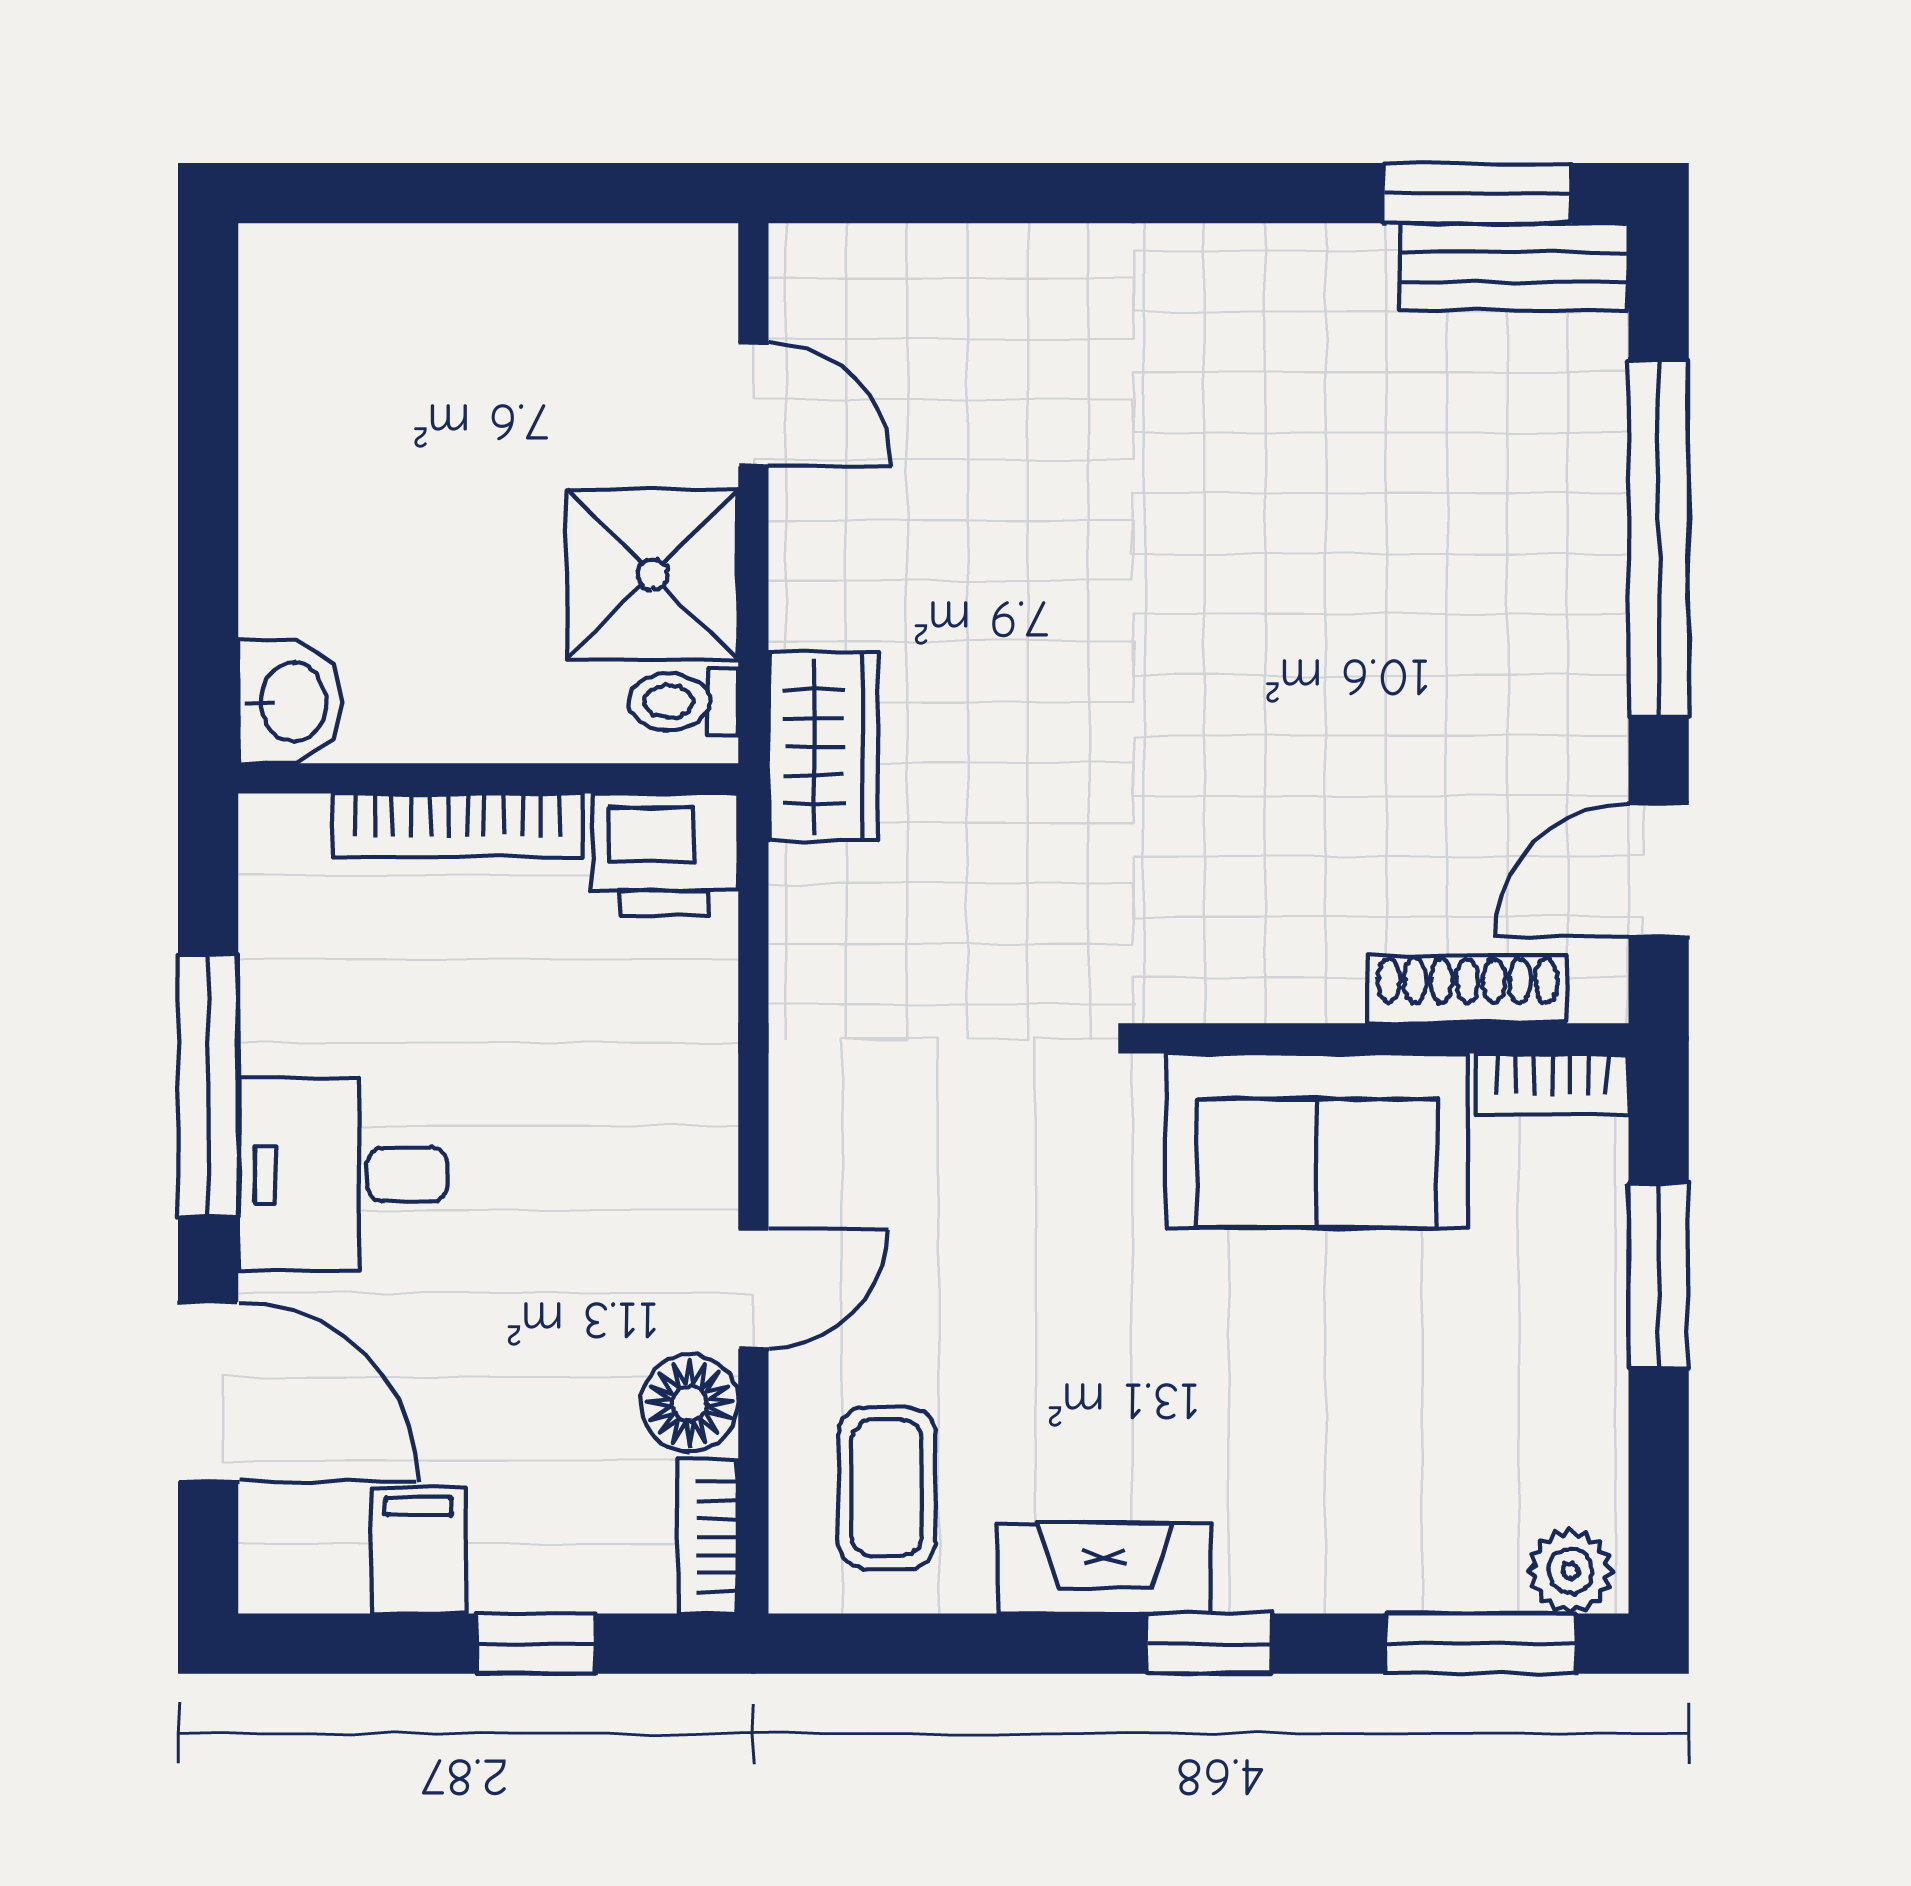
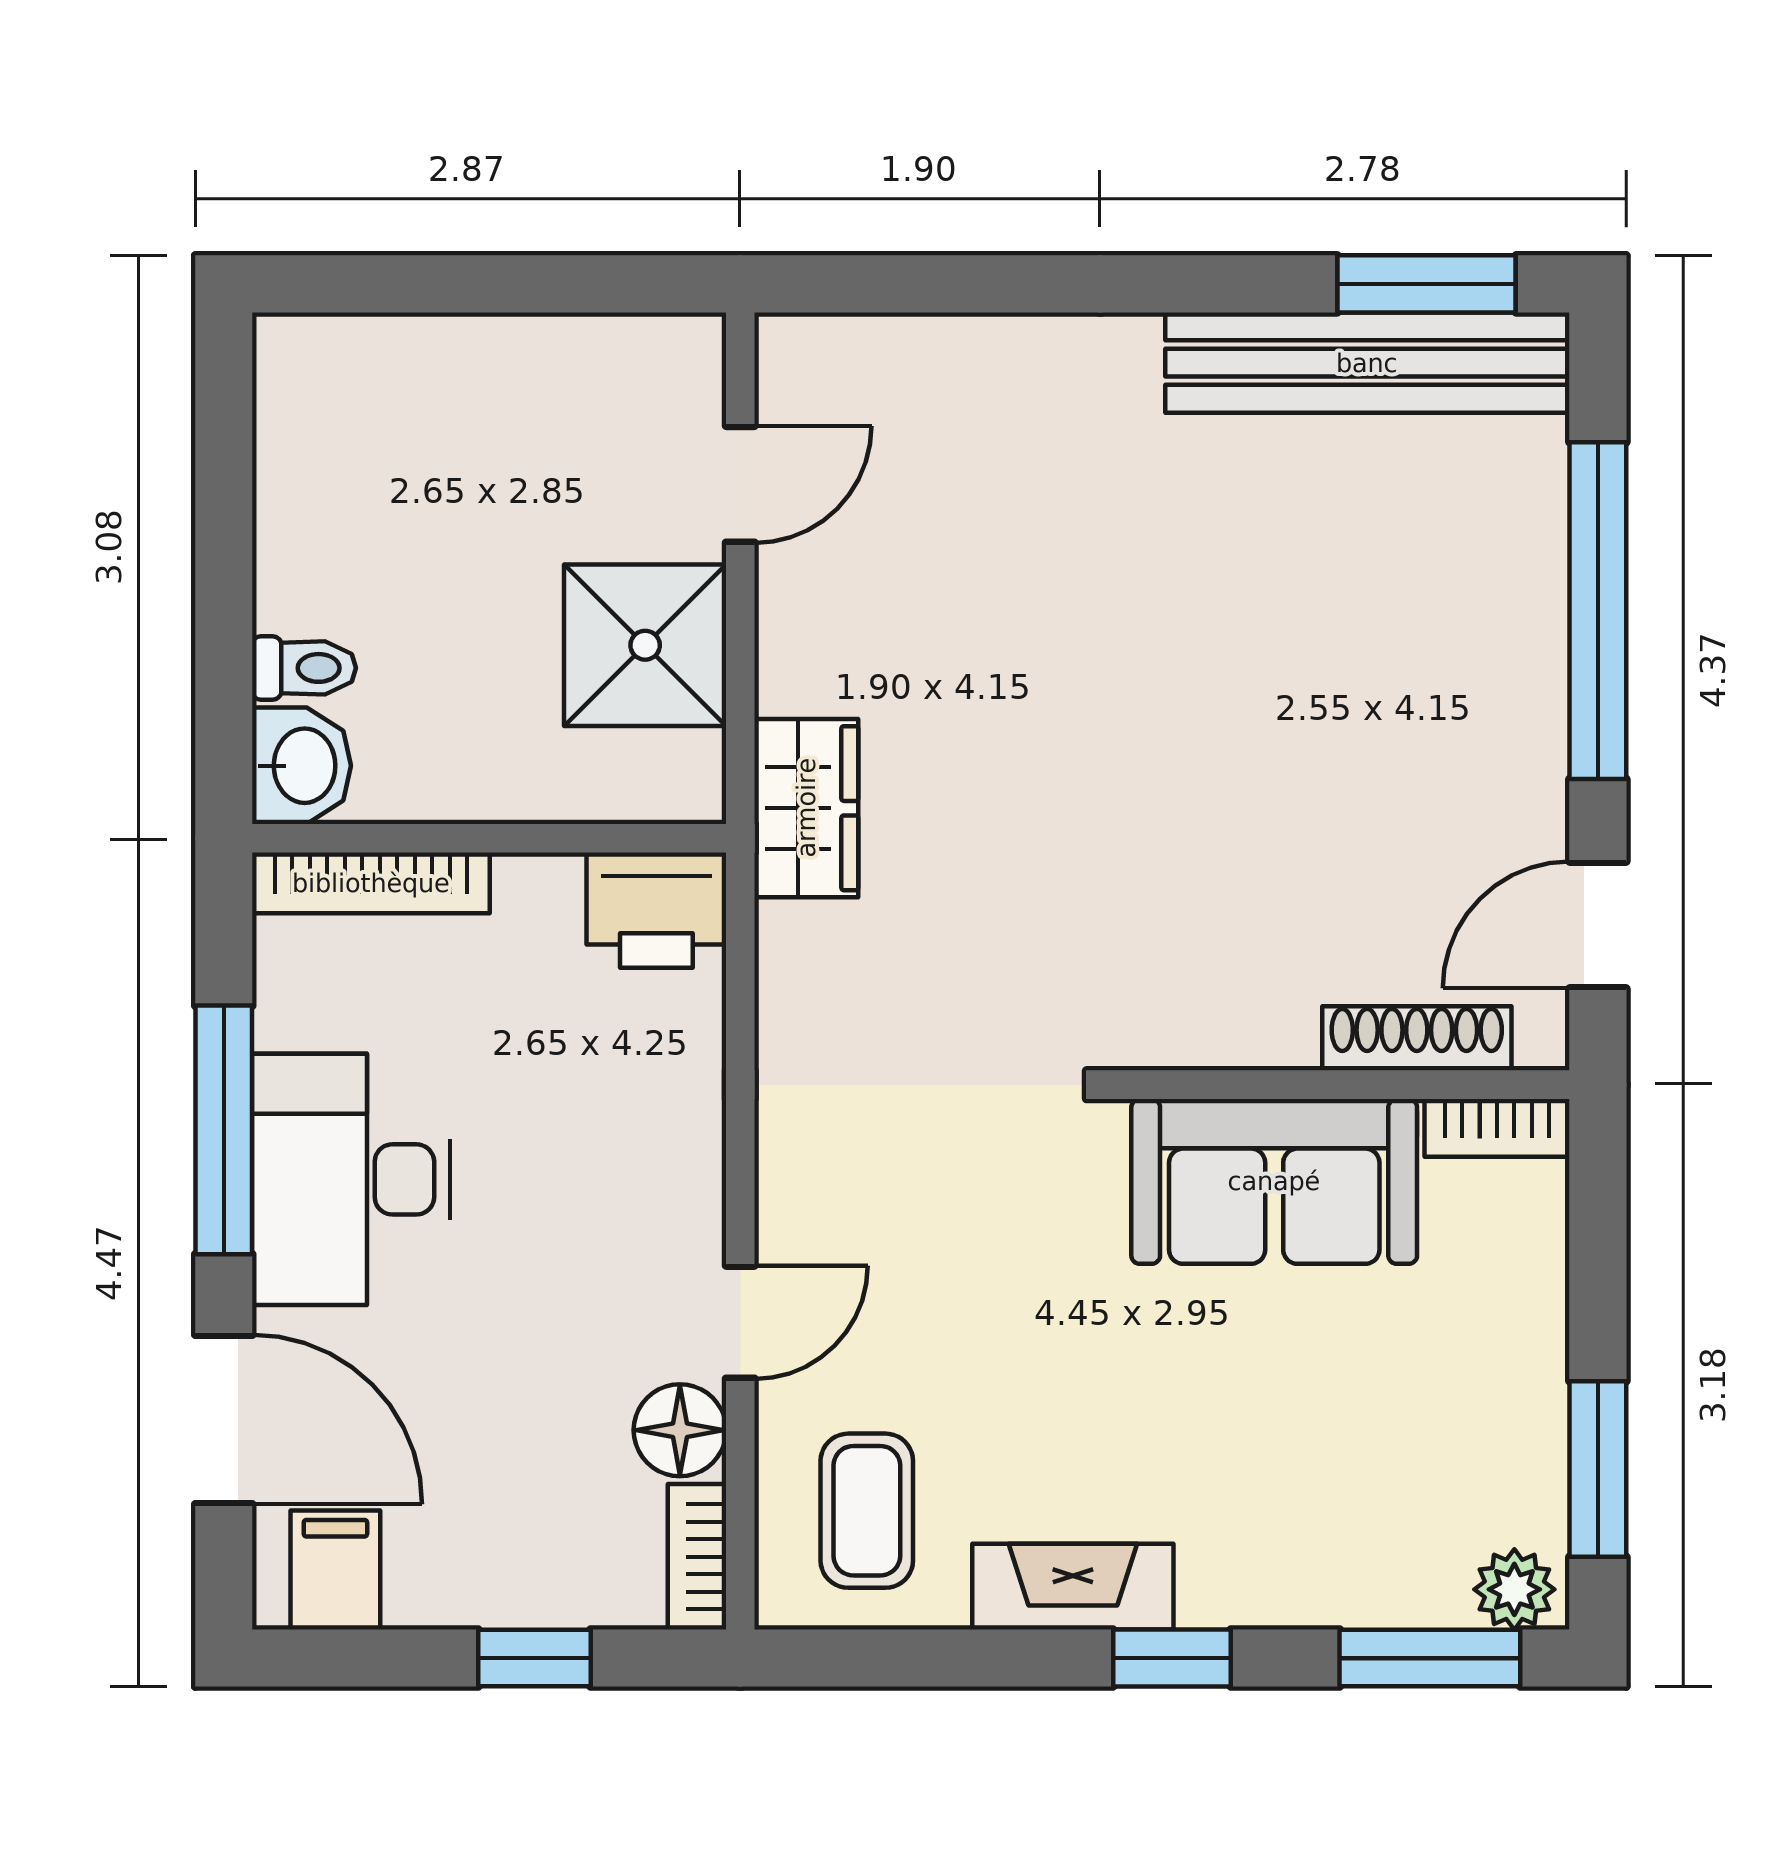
bench: (1514, 267) -> (1367, 363), width x1.86, depth x1.21
door: (753, 405) -> (740, 484), hinge flipped
toilet: (684, 702) -> (304, 668), moved, turned 180
bookcase: (458, 825) -> (371, 883), moved
desk: (343, 1174) -> (351, 1179), width x1.37
window: (1659, 1276) -> (1598, 1469), moved
filing cabinet: (419, 1551) -> (335, 1570), moved

